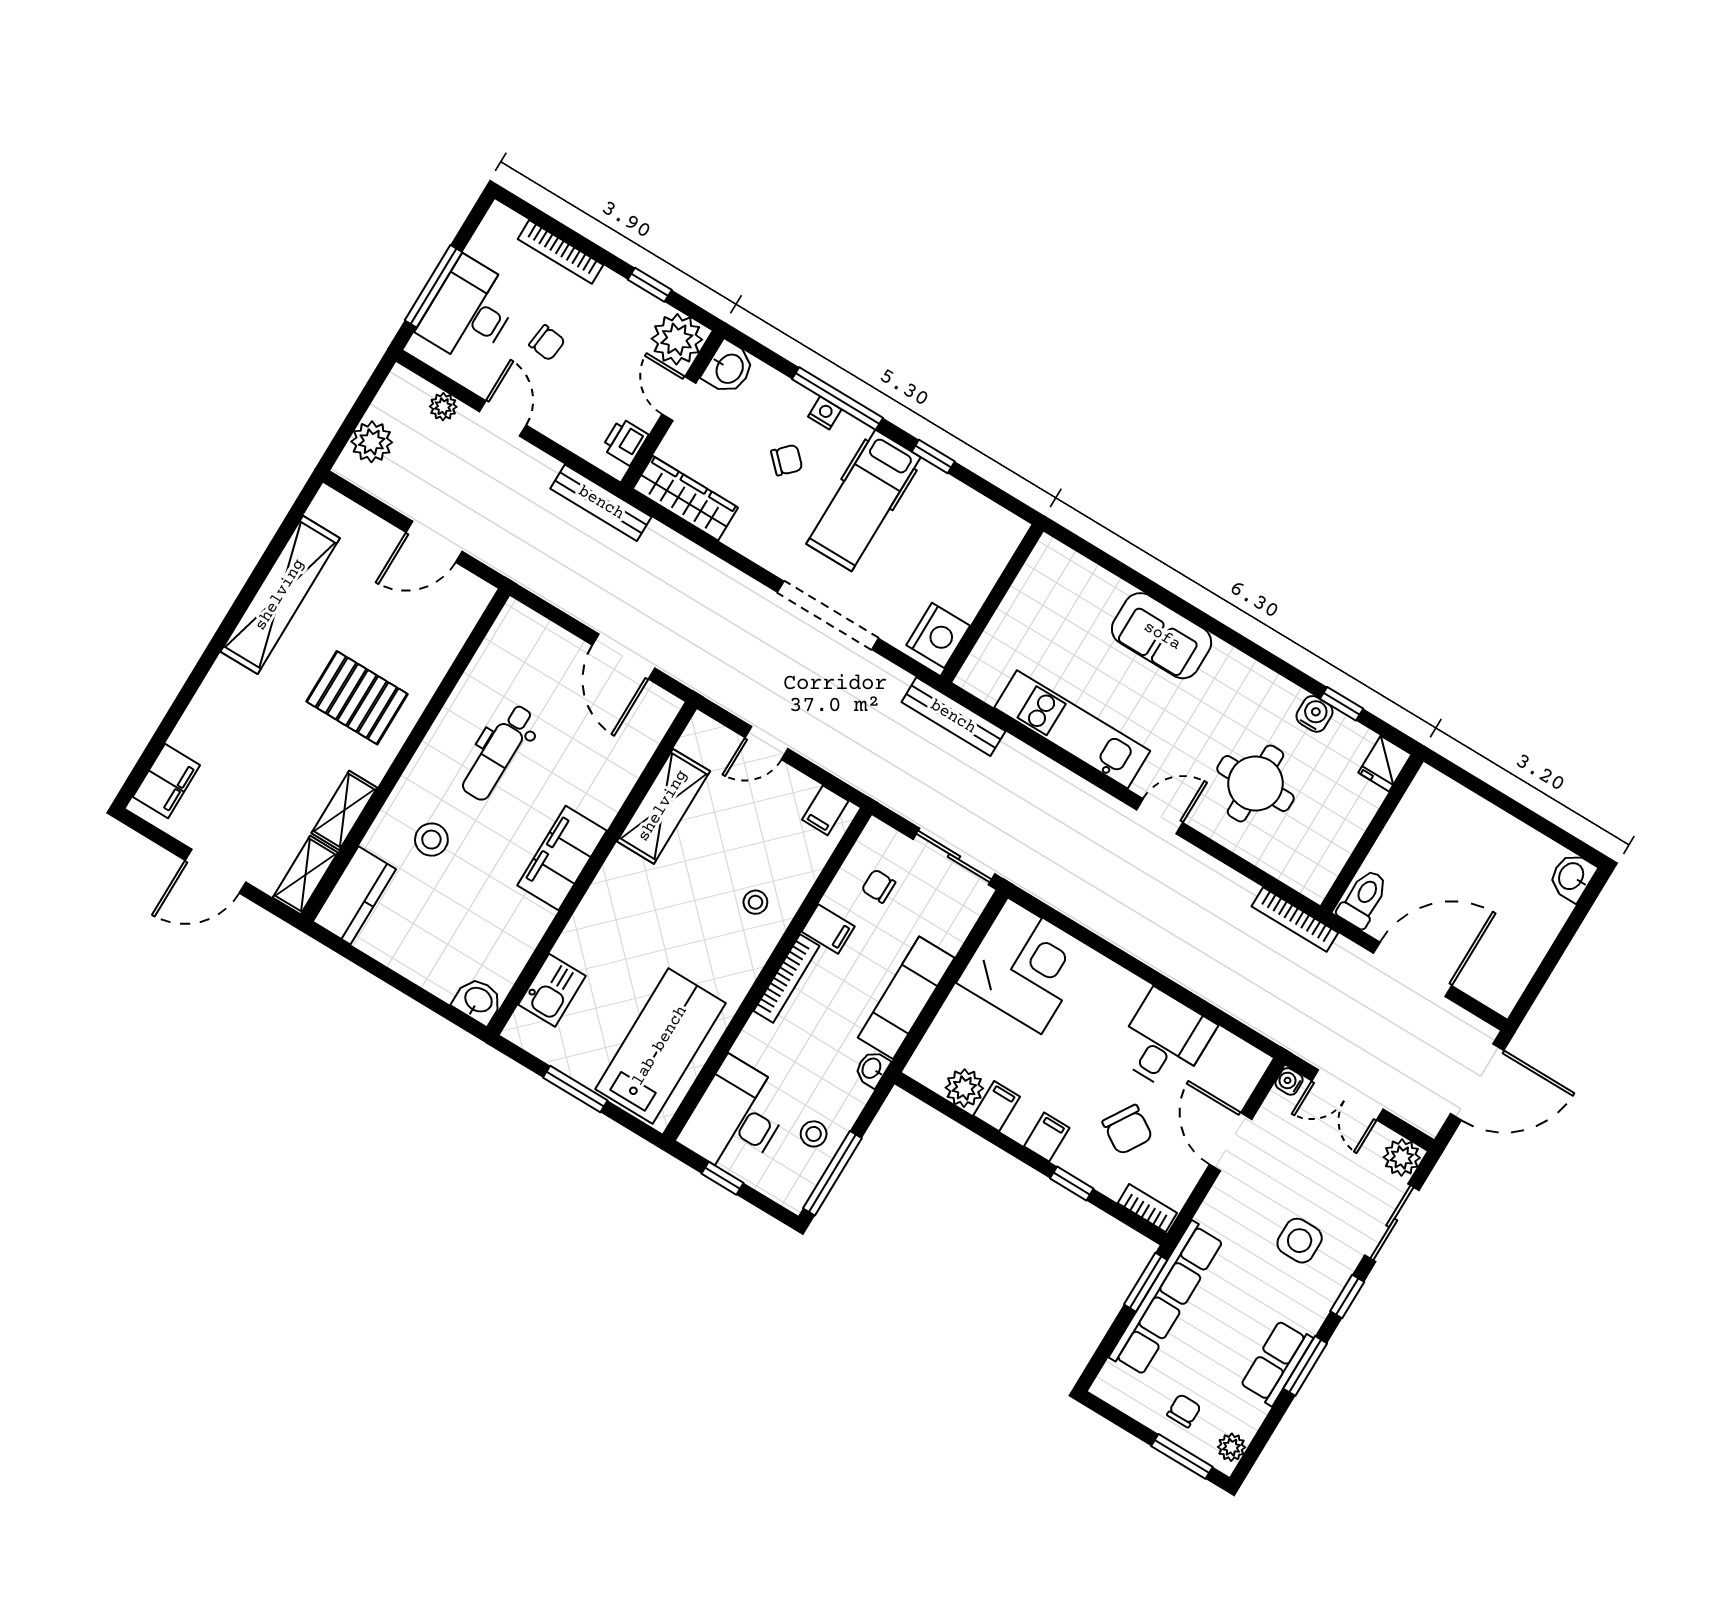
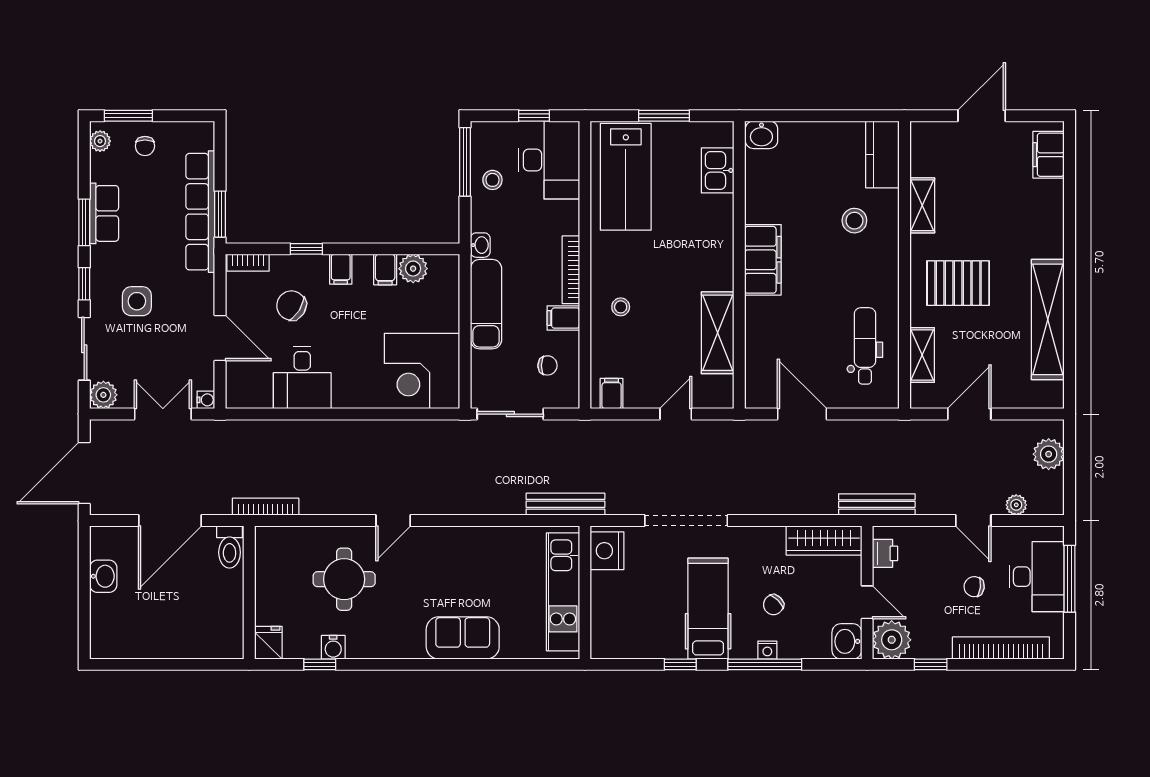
bookcase: (560, 252) -> (1001, 648), width x1.48, depth x1.31
kitchen unit: (1072, 729) -> (563, 592), moved, turned 90
dental chair: (498, 752) -> (865, 346), moved
shelving: (305, 875) -> (922, 355), moved
washbasin: (1572, 877) -> (103, 576), moved

